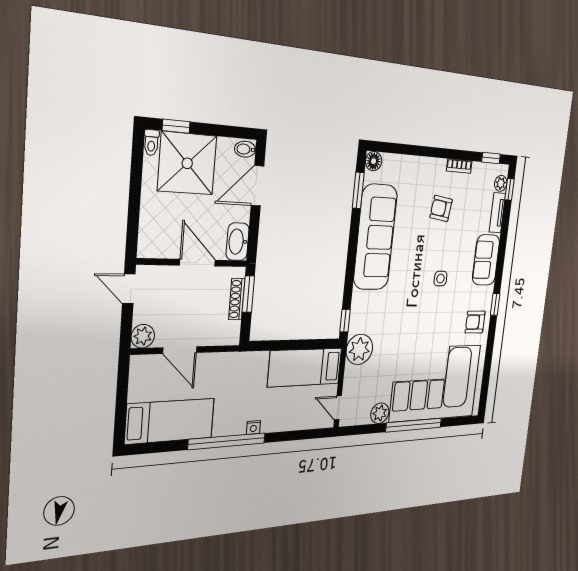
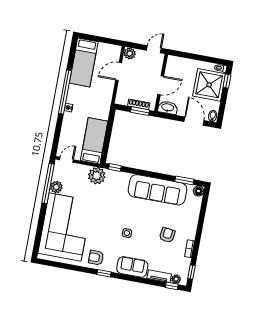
armchair: (475, 322) -> (96, 258), turned -90
window: (414, 425) -> (48, 183), moved

